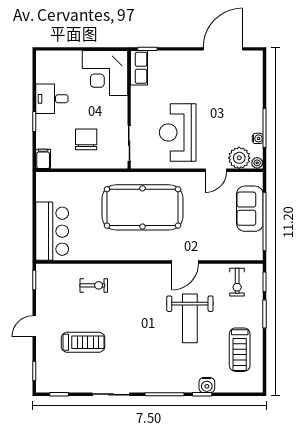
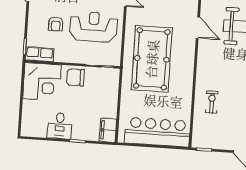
armchair: (178, 85) -> (56, 24), added
reception desk: (178, 133) -> (94, 27), turned 180
chair: (86, 139) -> (75, 77), moved
filing cabinet: (43, 159) -> (108, 130), width x2.00
bar counter: (52, 231) -> (157, 132), width x1.36

